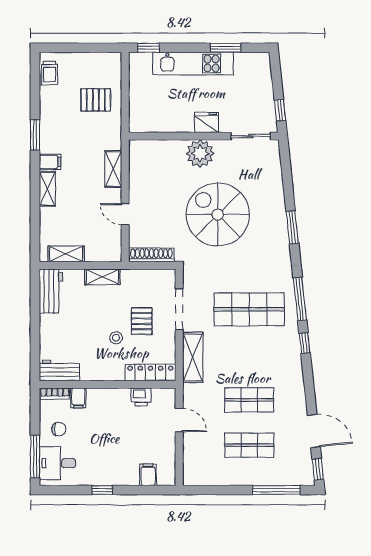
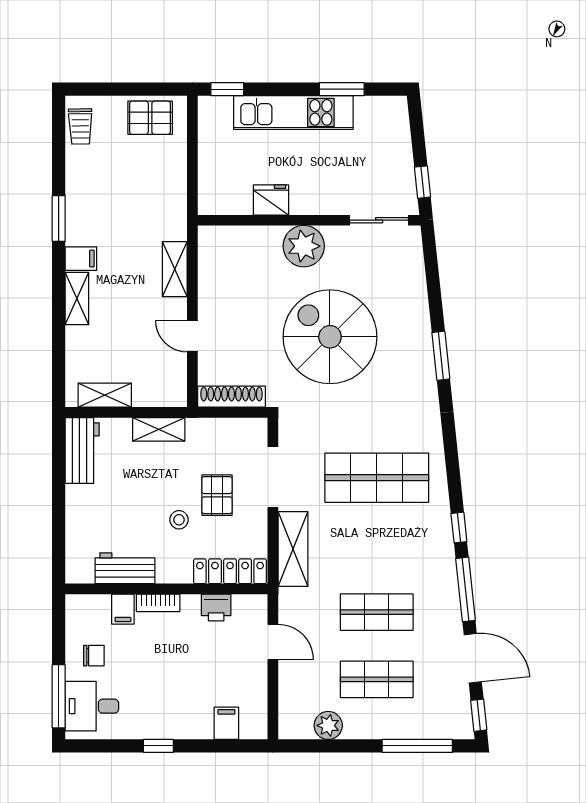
pallet: (96, 100) -> (150, 118), moved
fridge: (206, 122) -> (271, 200), moved
window: (300, 299) -> (465, 589), moved
workbench: (60, 370) -> (125, 568), moved
bookcase: (55, 394) -> (158, 603), moved
plant: (217, 476) -> (328, 725), added

